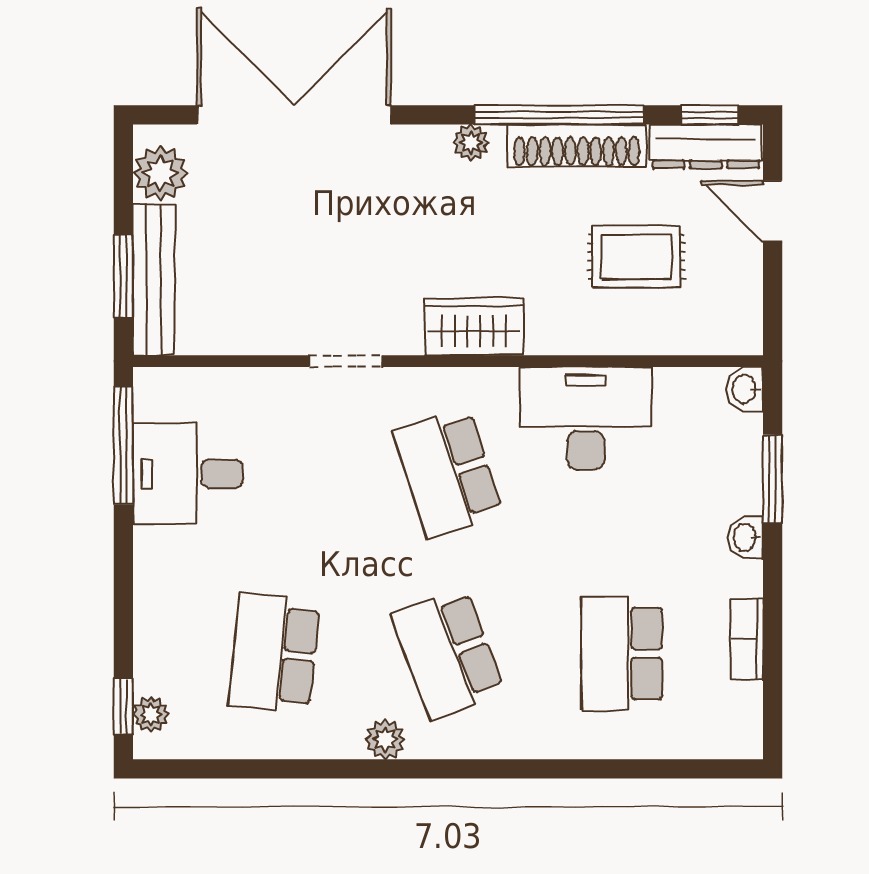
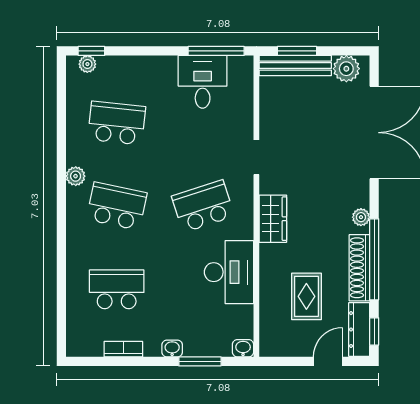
school desk: (448, 653) -> (117, 206), turned 33

